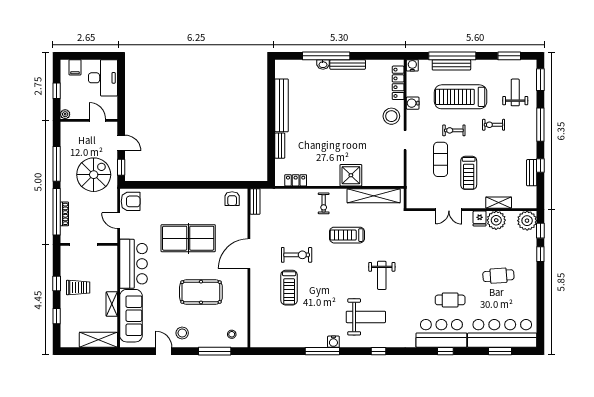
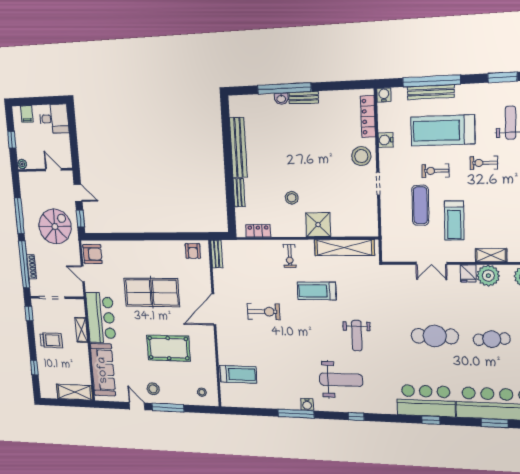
bench: (348, 64) -> (304, 98), width x0.73
desk: (103, 78) -> (54, 119), width x0.73
stool: (328, 151) -> (292, 198), added
window: (57, 283) -> (29, 313), moved
treadmill: (289, 288) -> (238, 374), moved, turned -90
cafe table: (450, 300) -> (435, 336), moved, width x1.37, depth x1.35
shelving: (112, 304) -> (81, 330), moved
window: (215, 351) -> (168, 408), moved

